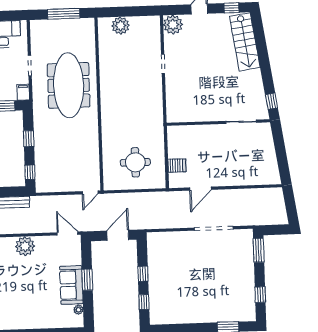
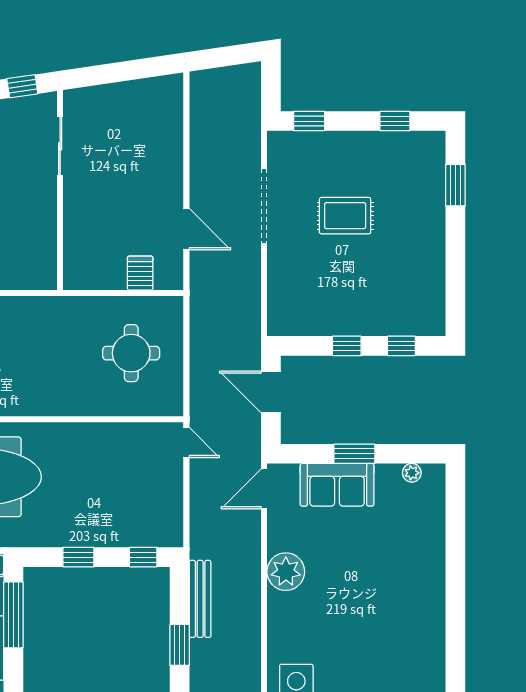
window: (259, 250) -> (309, 121), width x0.67
rug: (210, 271) -> (345, 216), added
sofa: (71, 285) -> (337, 485), moved

